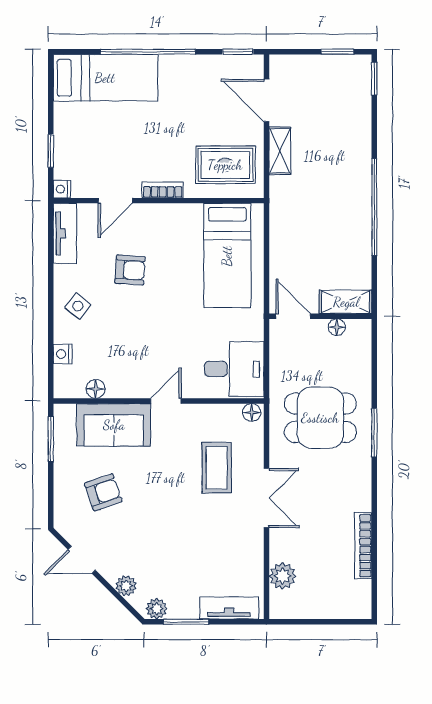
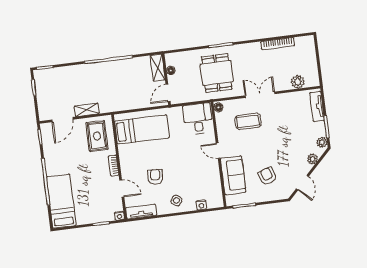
floor lamp: (96, 389) -> (217, 186), removed

